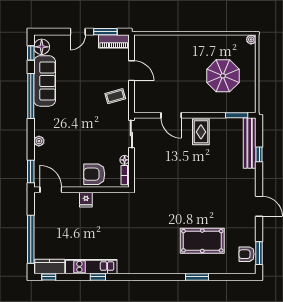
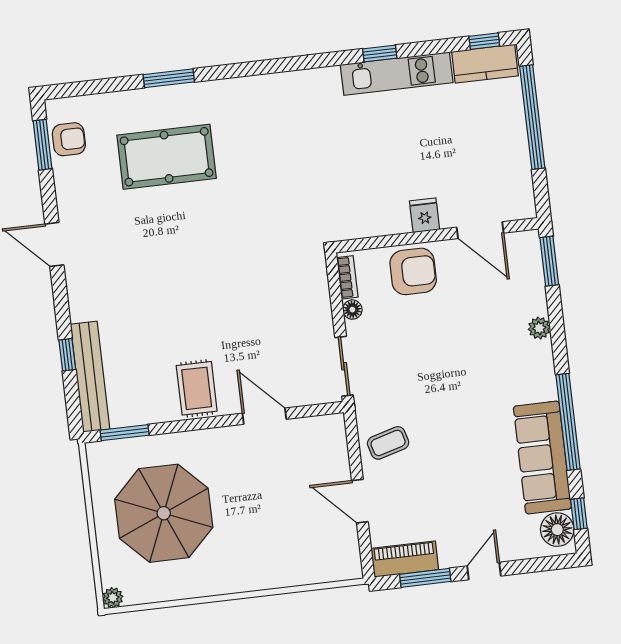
parasol: (223, 76) -> (164, 513), width x1.36, depth x1.36
door: (51, 190) -> (480, 230), moved

